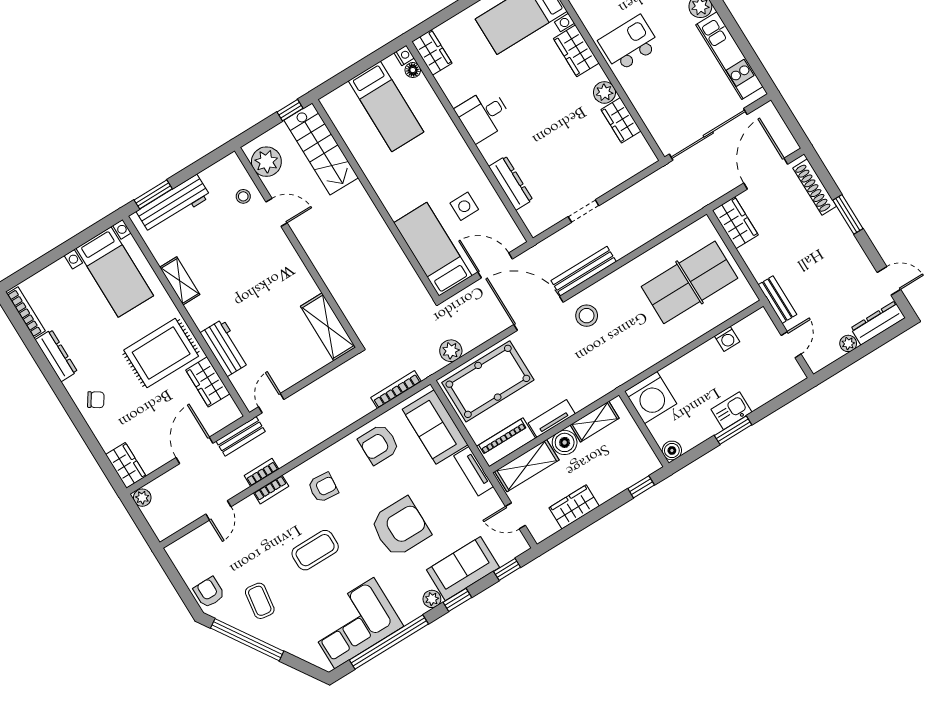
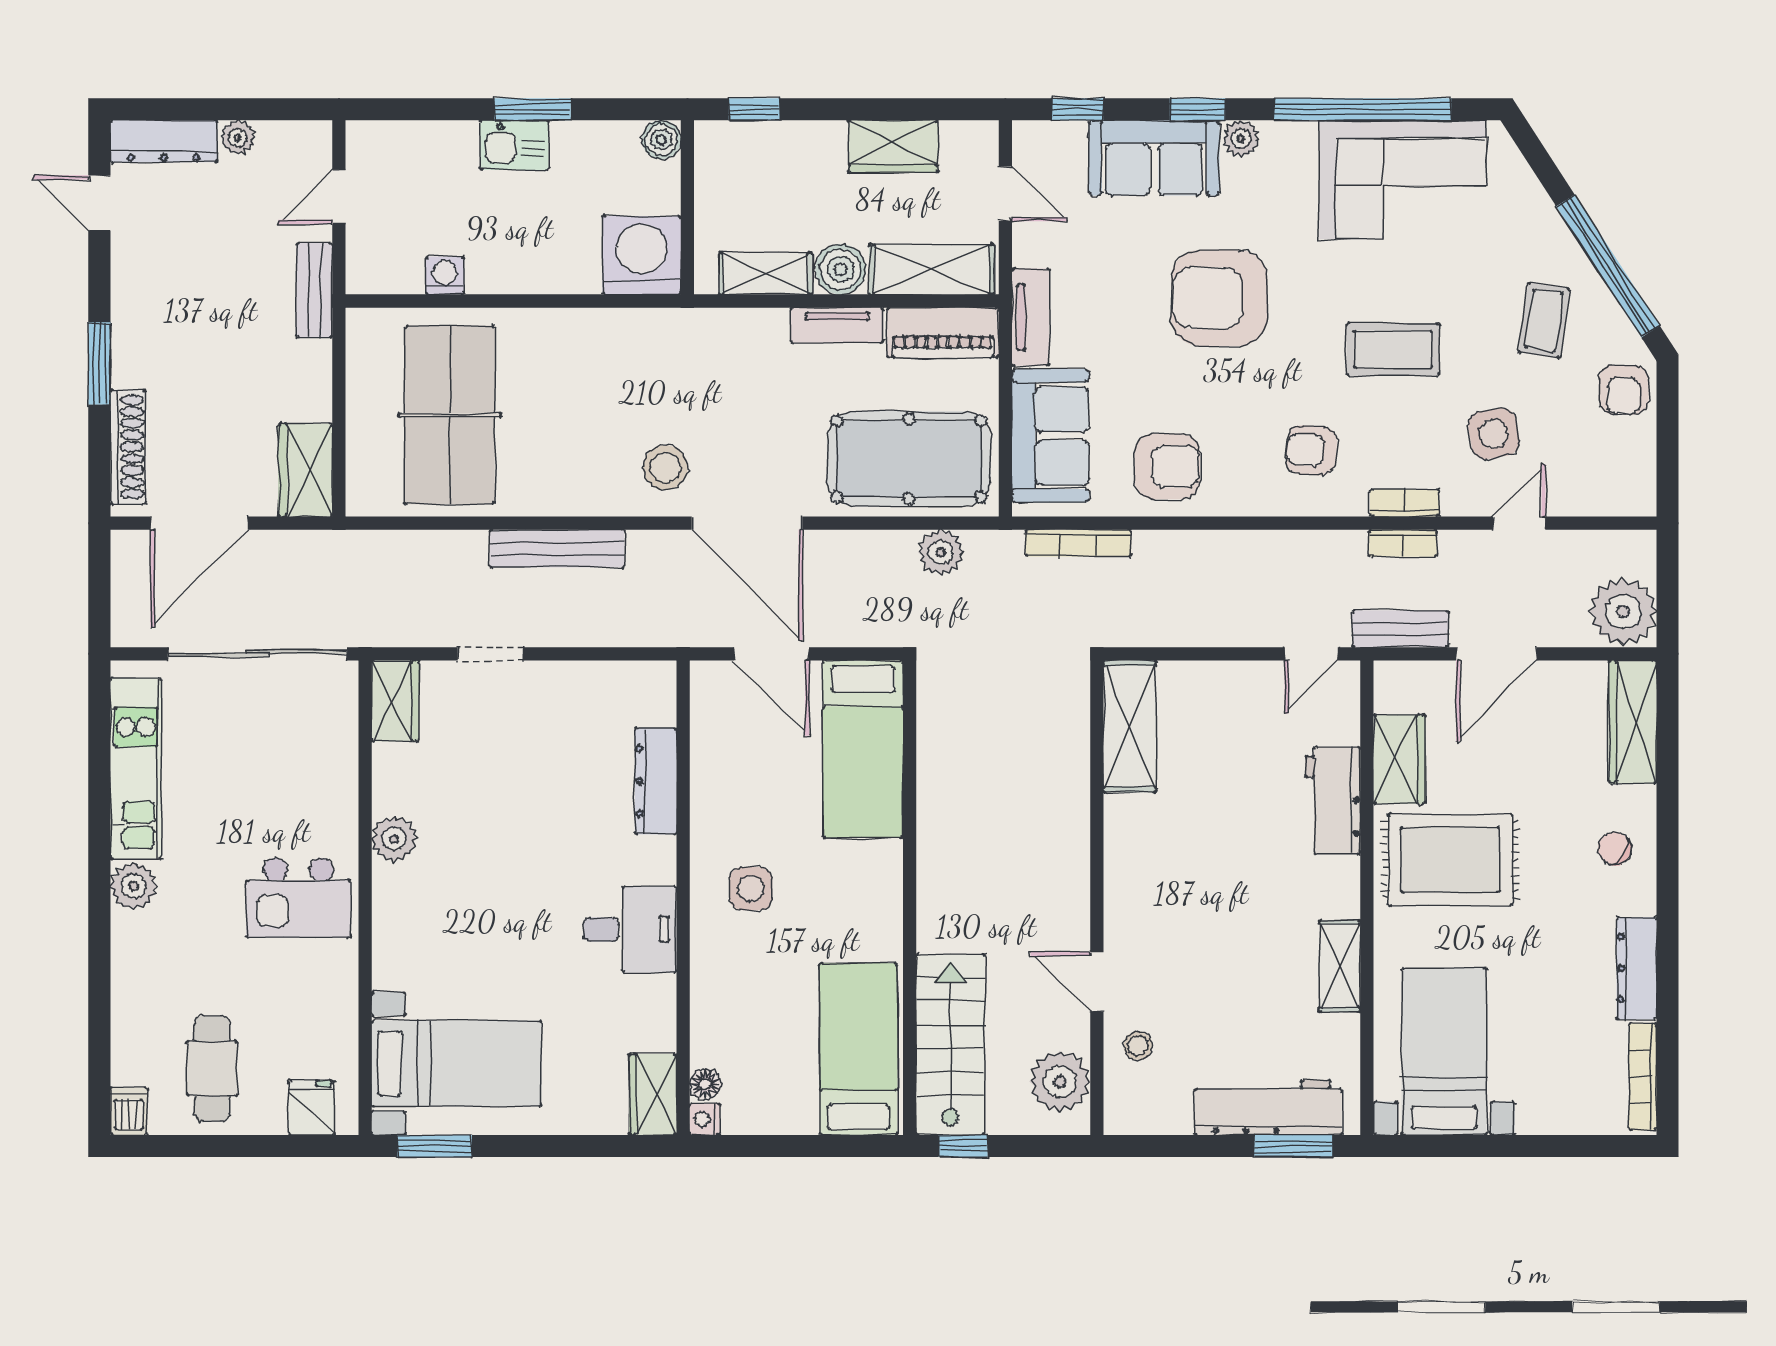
wardrobe: (576, 51) -> (399, 942), removed
bed: (386, 106) -> (858, 1049), moved
wardrobe: (621, 120) -> (395, 701), moved
side table: (464, 206) -> (751, 889), moved
doorway: (583, 211) -> (491, 654), moved
bench: (584, 271) -> (557, 549), moved
table tennis table: (689, 282) -> (450, 415), turned 90
wardrobe: (126, 465) -> (1633, 722), width x1.50
plant: (142, 498) -> (1623, 612), width x1.88, depth x1.88
side table: (252, 541) -> (1494, 433), added

